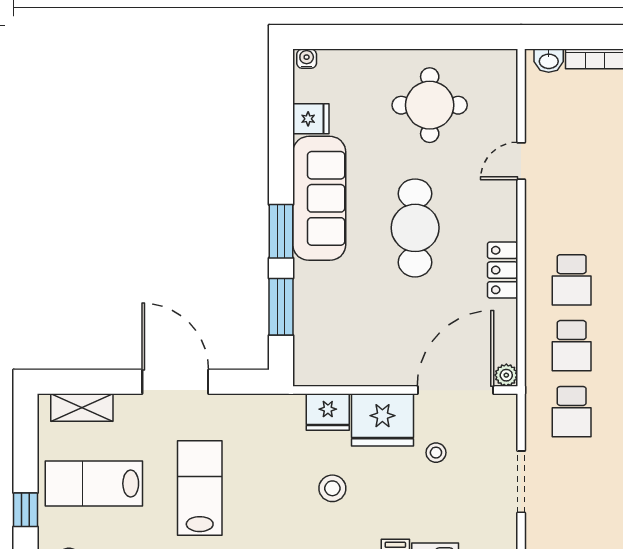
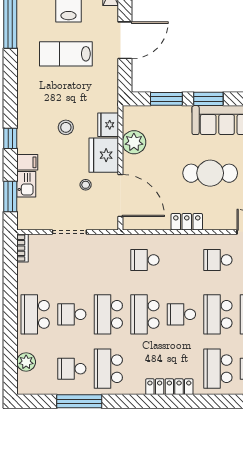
school desk: (572, 280) -> (218, 260), moved
plant: (506, 375) -> (134, 142), moved, width x1.88, depth x1.88
school desk: (572, 412) -> (108, 260), removed
lab bench: (200, 488) -> (66, 54), turned 180

